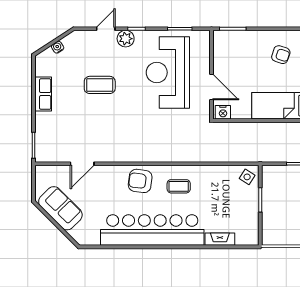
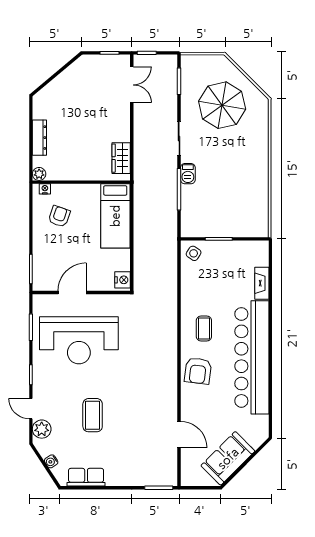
plant: (126, 39) -> (42, 429), moved
door: (211, 87) -> (72, 292), moved
row of seats: (43, 94) -> (86, 477), moved

